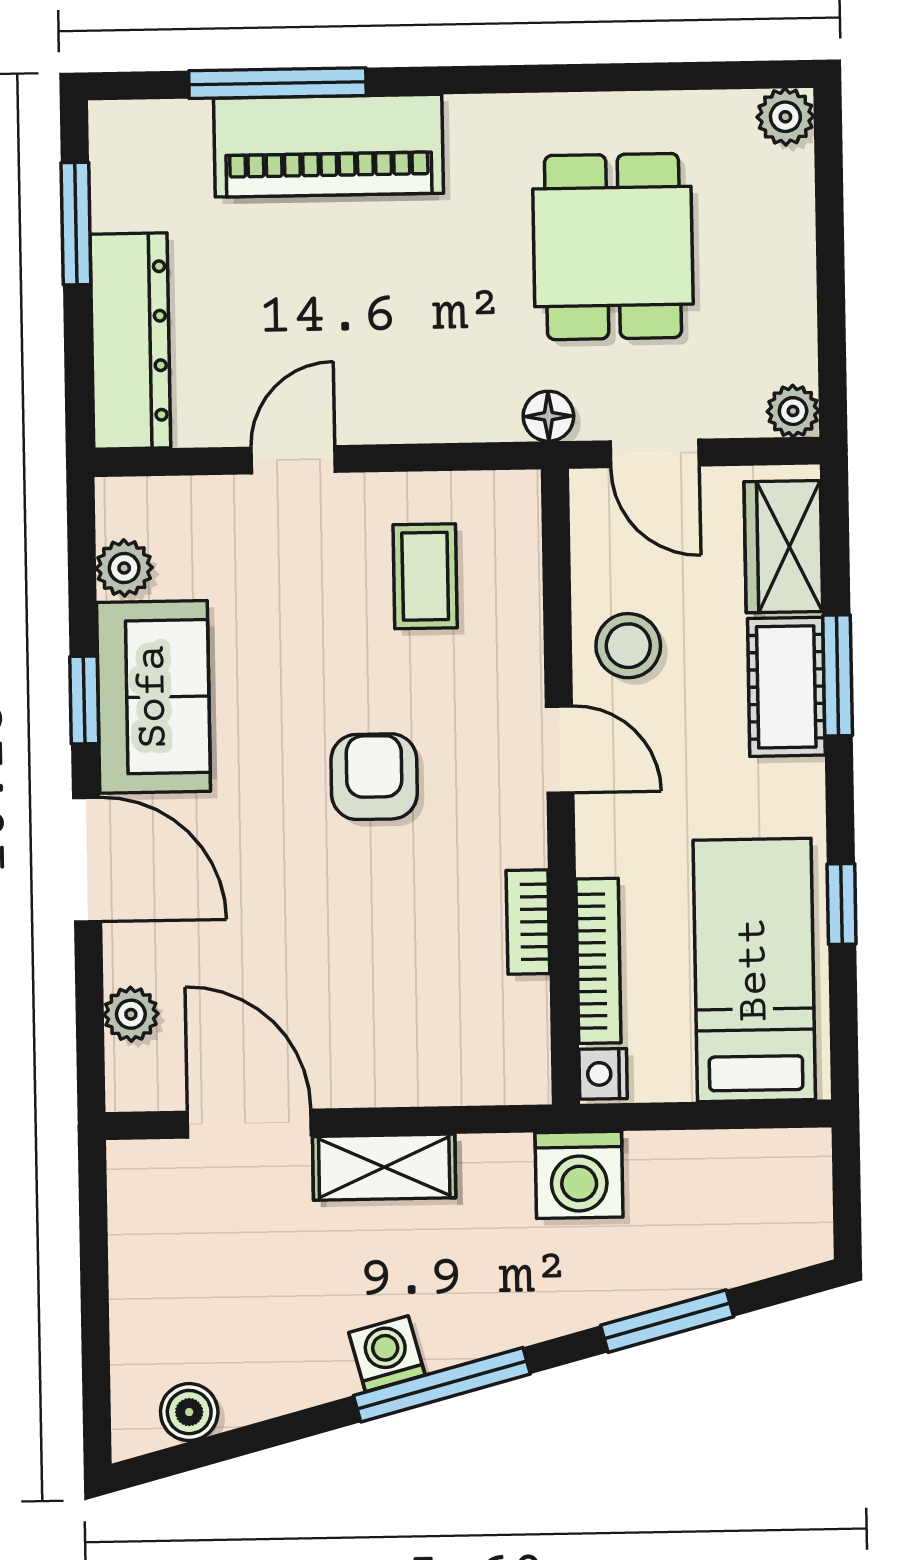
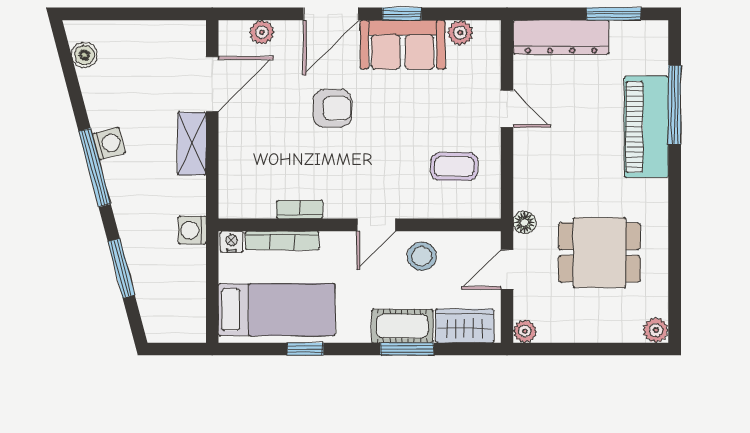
armchair: (374, 777) -> (332, 108), moved
washing machine: (579, 1175) -> (192, 230), width x0.73, depth x0.73

